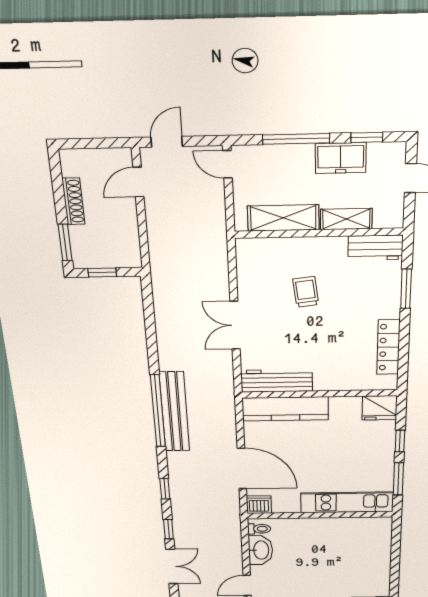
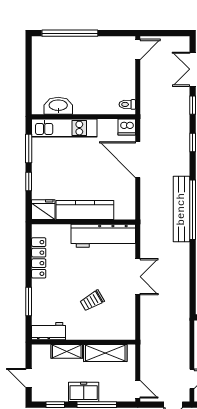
freezer: (341, 158) -> (84, 392), moved
trolley: (306, 292) -> (92, 301), turned 67
workbench: (277, 381) -> (103, 236), width x1.36, depth x1.32
kitchen counter: (285, 409) -> (85, 210), moved
washbasin: (260, 550) -> (58, 106), moved, turned 90

